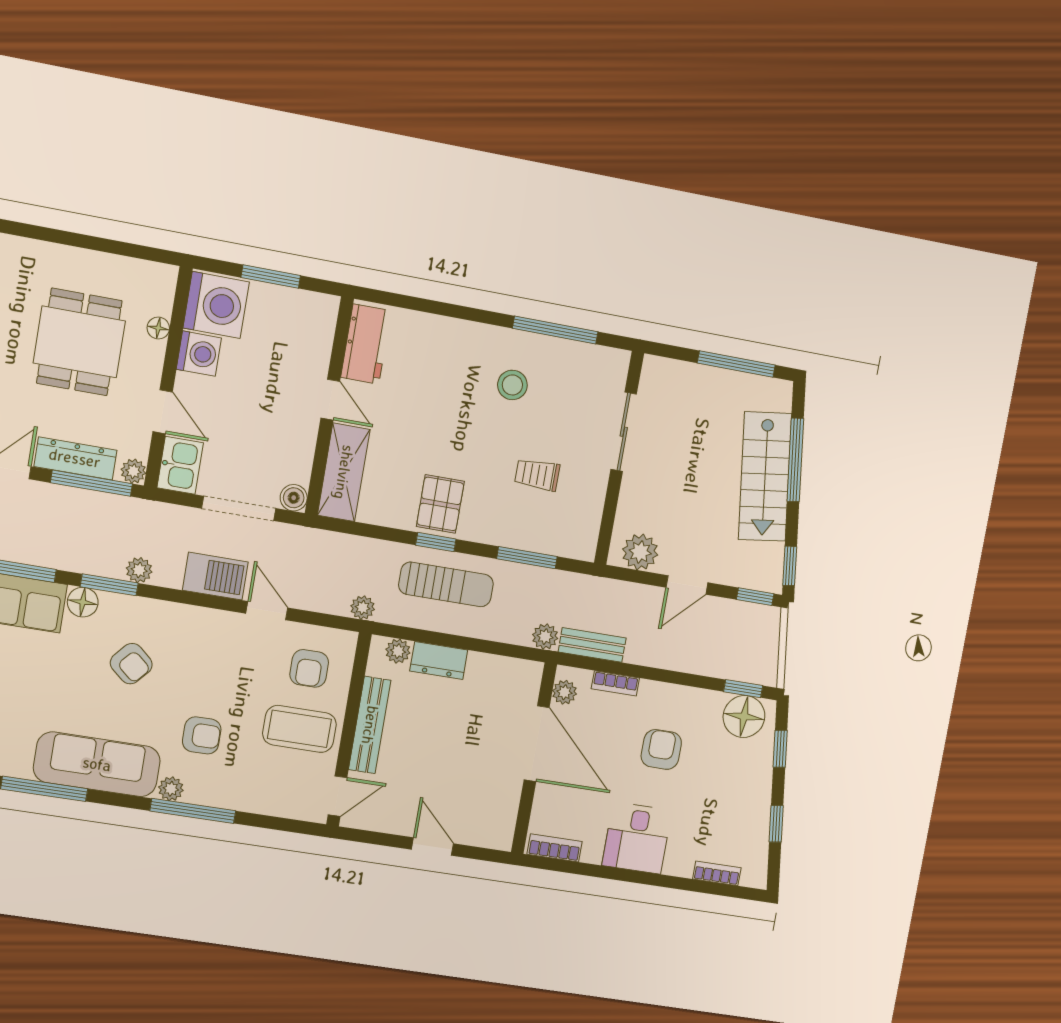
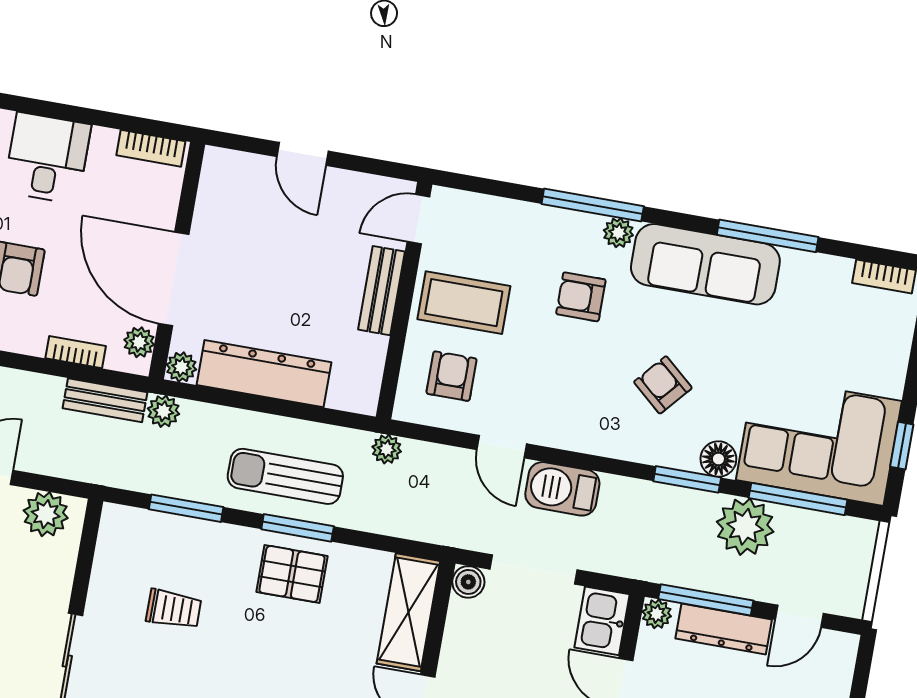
pallet: (440, 504) -> (292, 574), turned 90
window: (436, 542) -> (298, 528), width x1.50
plant: (139, 570) -> (745, 527), moved, width x1.88, depth x1.88
plant: (398, 651) -> (181, 367), moved
dresser: (439, 660) -> (264, 374), width x1.96, depth x1.24
bench: (370, 725) -> (382, 291), width x0.73

